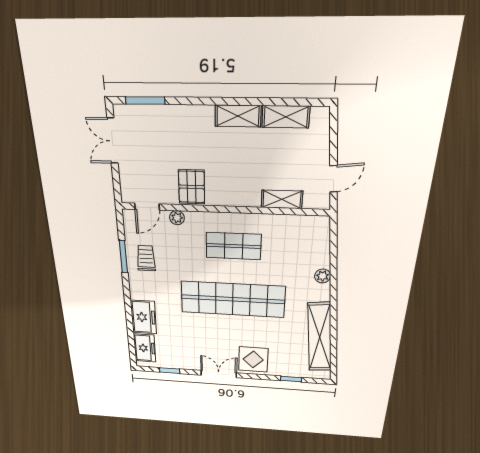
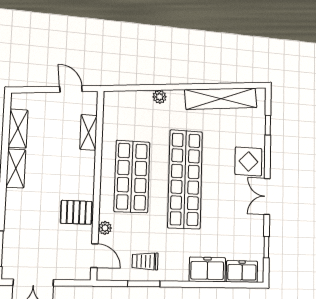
shop shelf: (233, 246) -> (132, 177), width x1.43, depth x1.36

